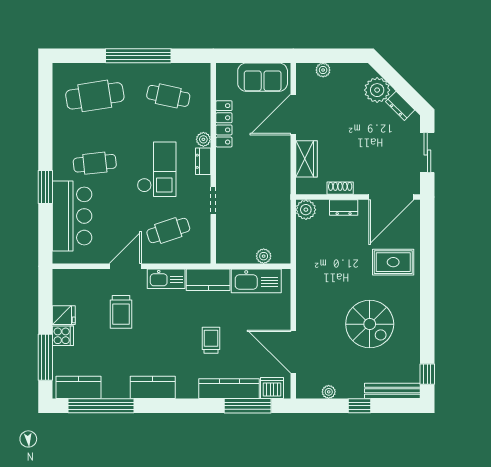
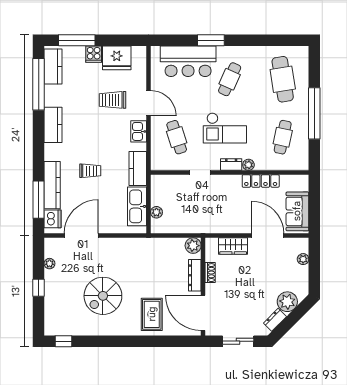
cafe table: (95, 163) -> (230, 79), turned 30
dresser: (344, 207) -> (195, 275), width x1.44
kitchen sink: (166, 279) -> (139, 131), width x0.73
fridge: (64, 315) -> (117, 58), width x1.88, depth x1.34
bench: (392, 391) -> (50, 314), removed

